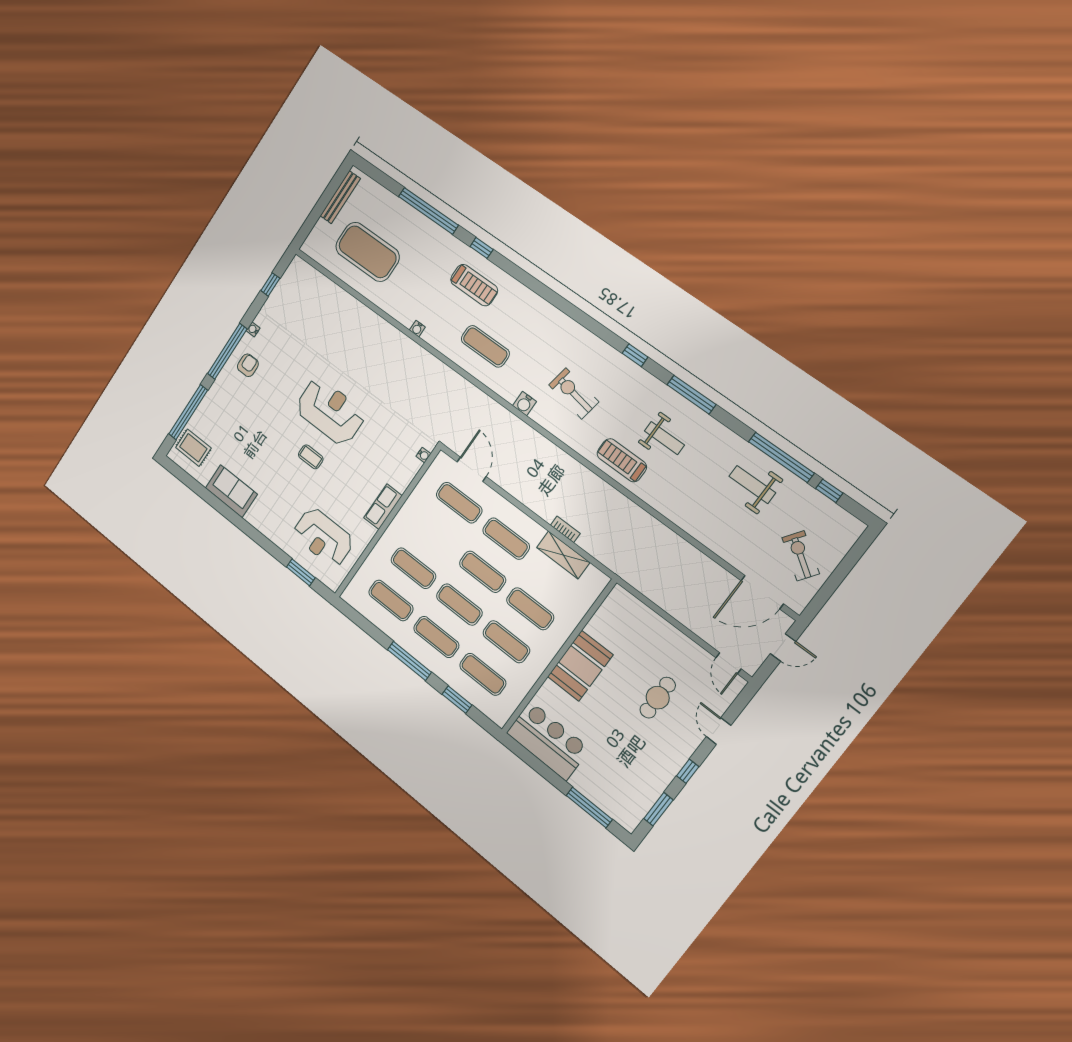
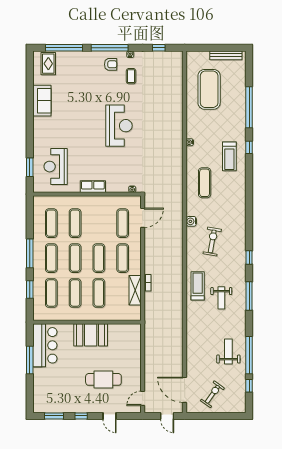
coffee table: (311, 457) -> (131, 76), moved
cafe table: (658, 698) -> (103, 379), width x1.37, depth x1.35
door: (719, 731) -> (110, 416), swing flipped
window: (589, 807) -> (30, 360), moved

